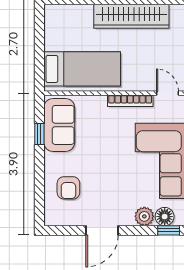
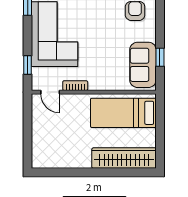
wardrobe: (131, 16) -> (124, 158), moved
bookcase: (130, 101) -> (75, 86), width x0.64

